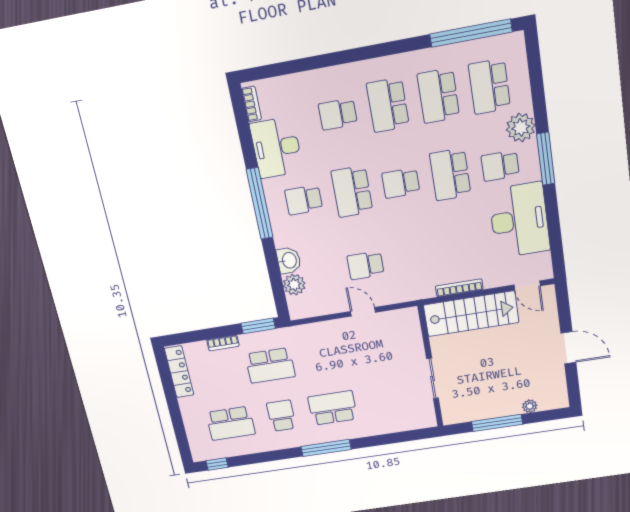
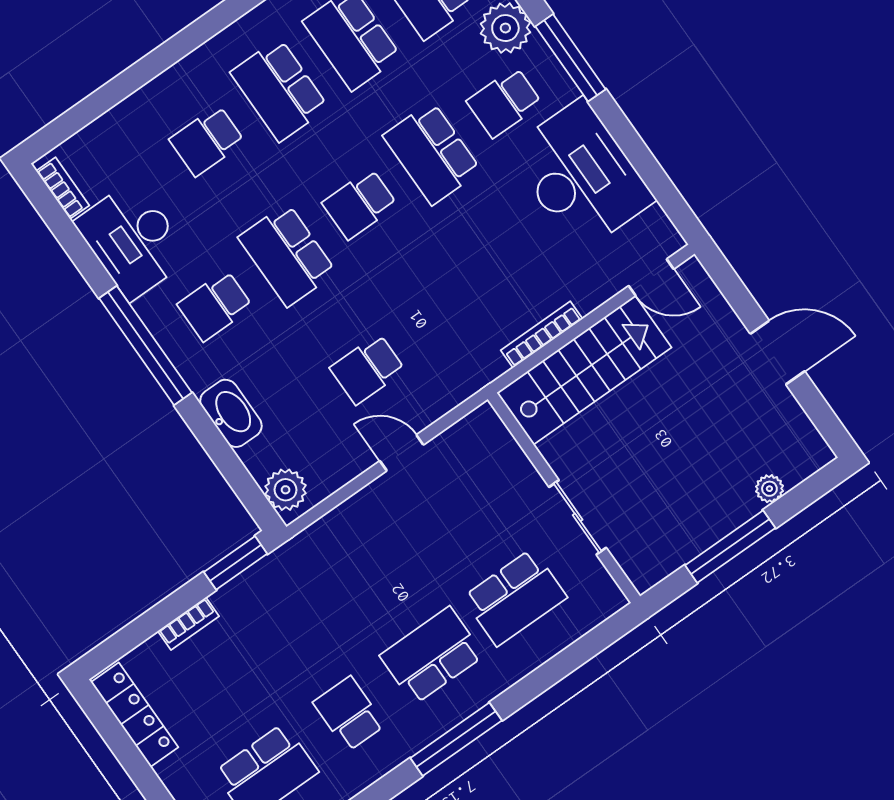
washbasin: (289, 260) -> (231, 413), width x1.38
plant: (294, 285) -> (286, 490), moved
school desk: (270, 365) -> (515, 597), moved

